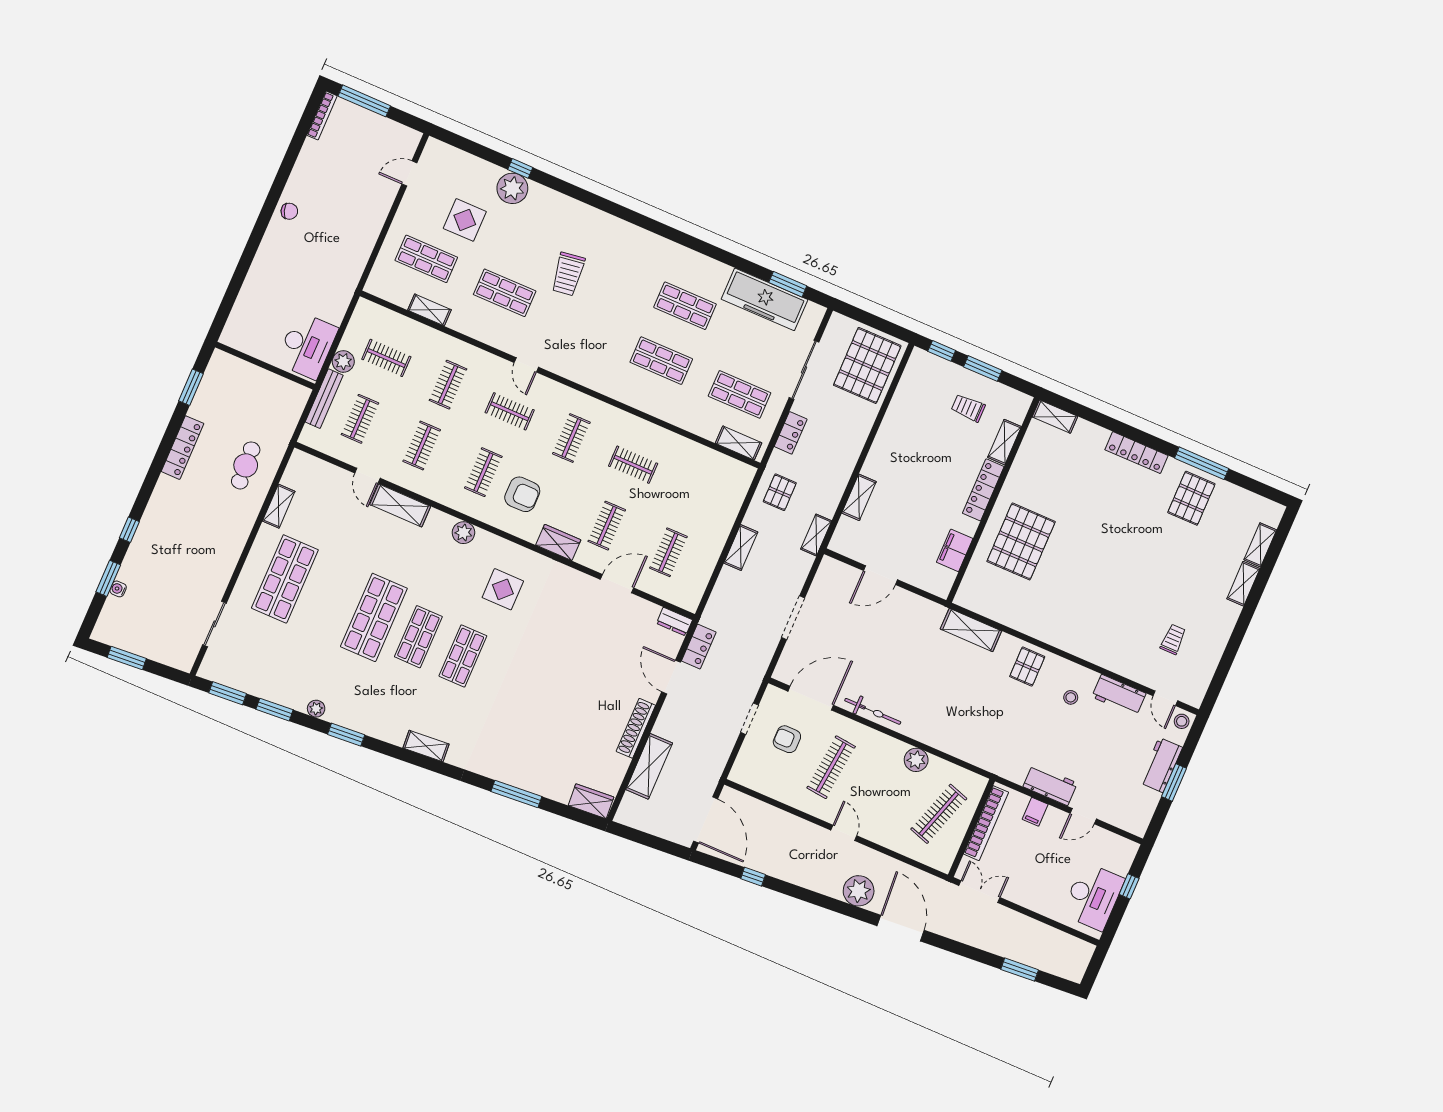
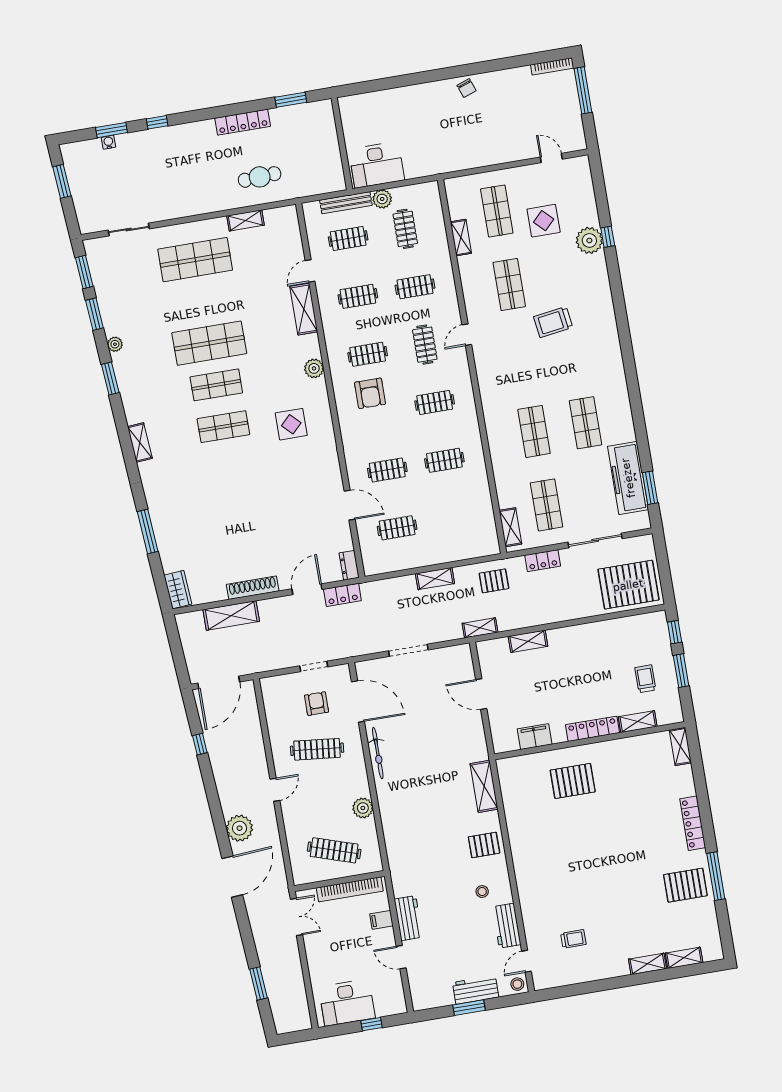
clothes rail: (633, 465) -> (444, 460), turned 90
pallet: (1021, 541) -> (573, 781), width x0.73, depth x0.71
wardrobe: (558, 542) -> (352, 442), removed

